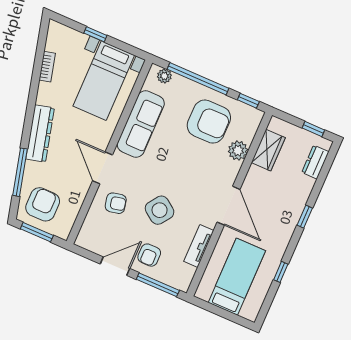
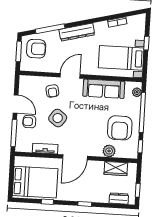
bed: (237, 277) -> (35, 182), width x1.50

